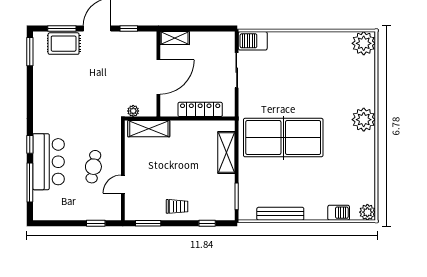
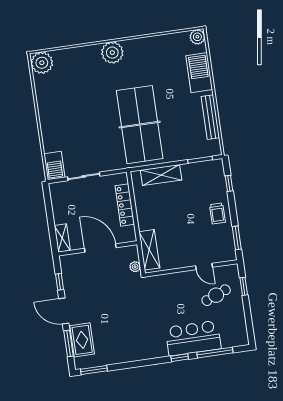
cafe table: (93, 167) -> (216, 295), moved, turned -31
trolley: (177, 206) -> (217, 213), turned 180
barbecue: (339, 213) -> (199, 73), width x1.88, depth x1.53

